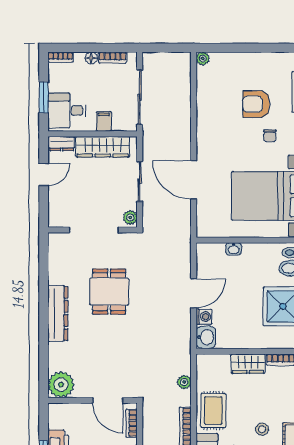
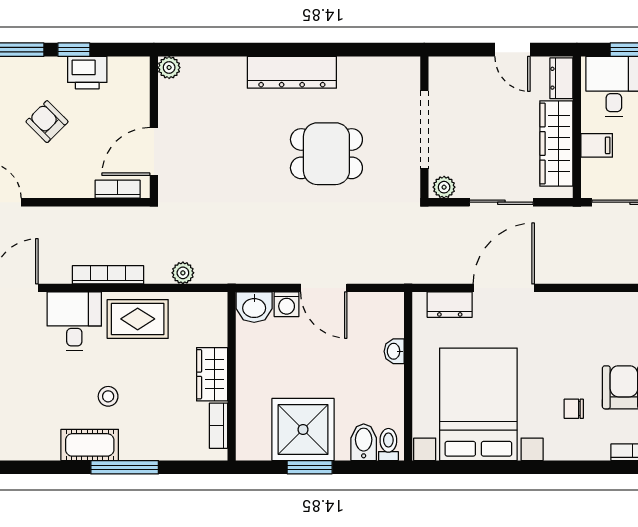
dresser: (204, 214) -> (450, 305), added
plant: (61, 385) -> (169, 68), width x0.53, depth x0.53

